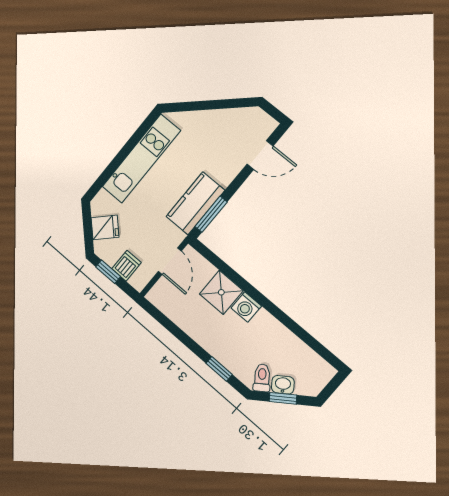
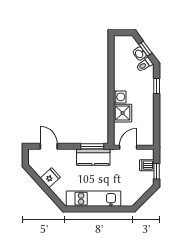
fridge: (105, 227) -> (50, 178), moved, turned 93

